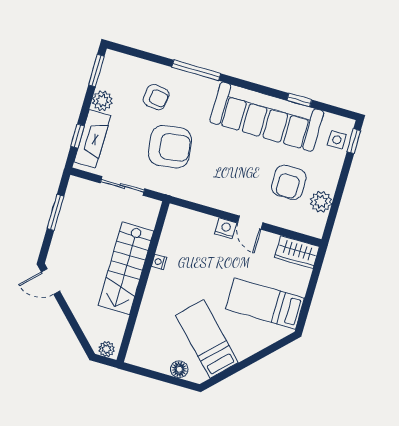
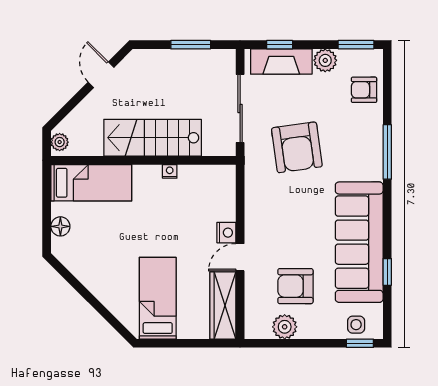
armchair: (156, 97) -> (364, 90), moved, turned 82
sliding door: (123, 186) -> (240, 109), width x1.37
wardrobe: (297, 252) -> (223, 305), width x1.50
door: (51, 281) -> (101, 75), moved
bed: (207, 339) -> (91, 183), moved, turned 45

